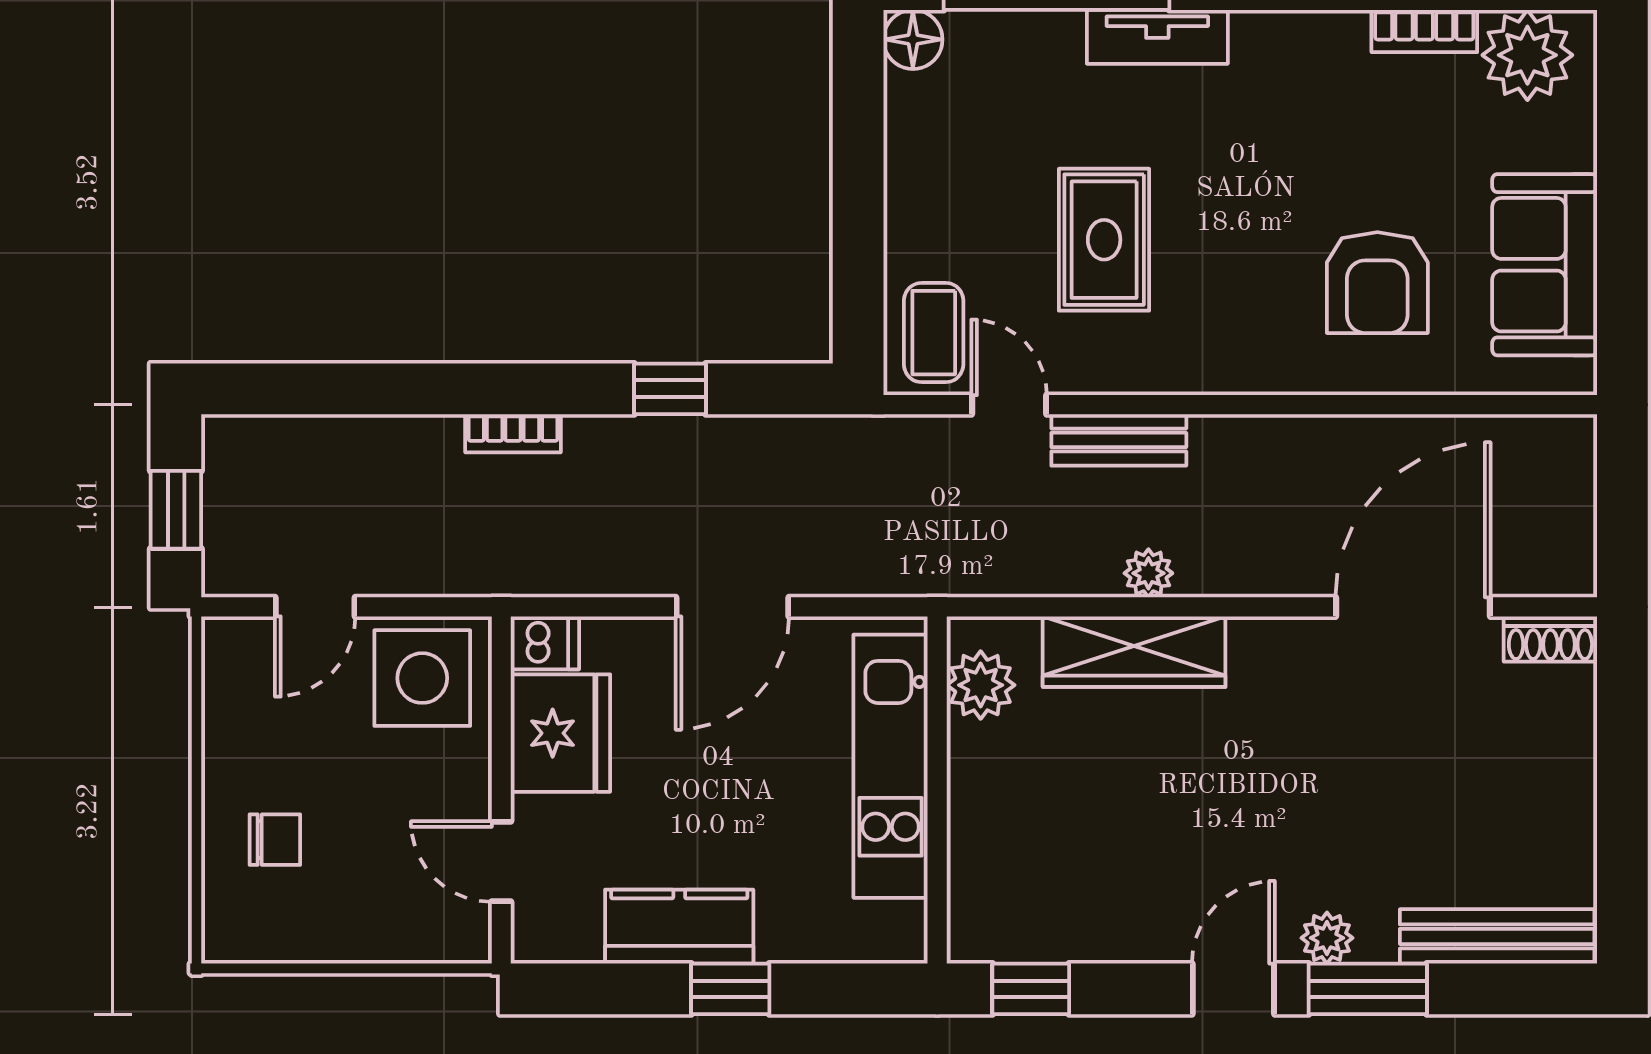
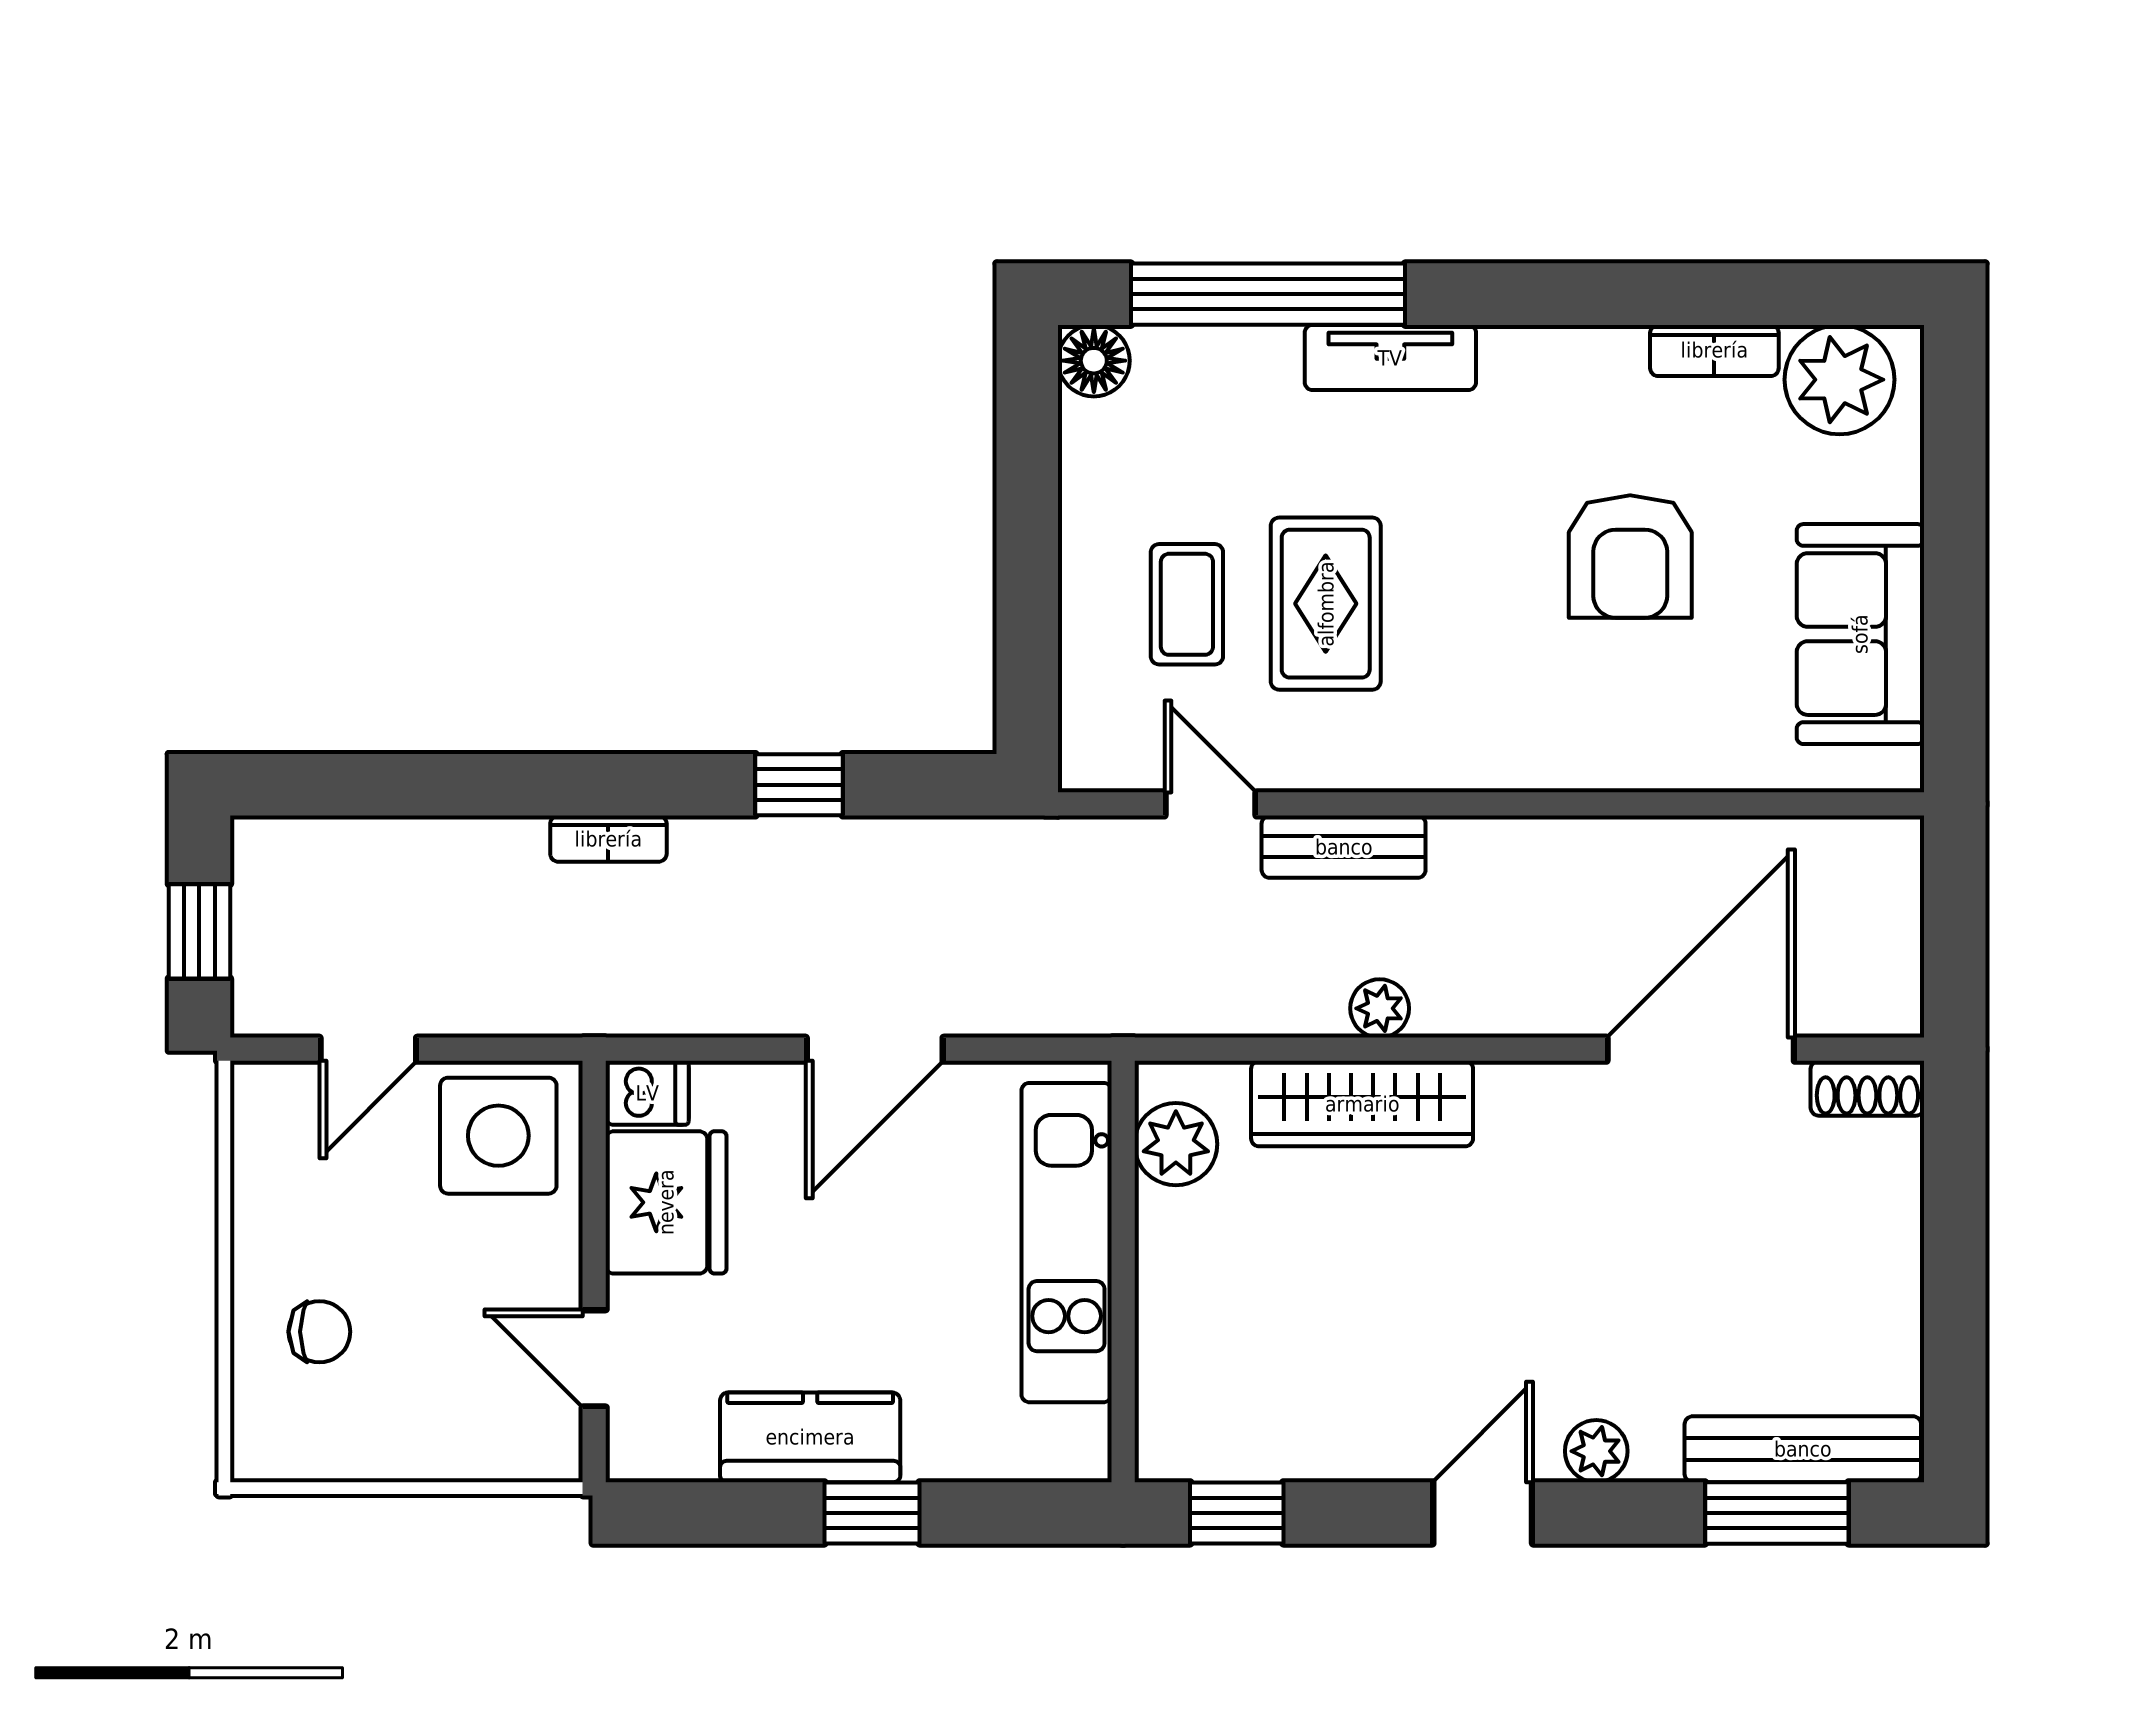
armchair: (1377, 283) -> (1630, 557), moved
coffee table: (934, 333) -> (1187, 604), moved
window: (1368, 989) -> (1777, 1513), moved

